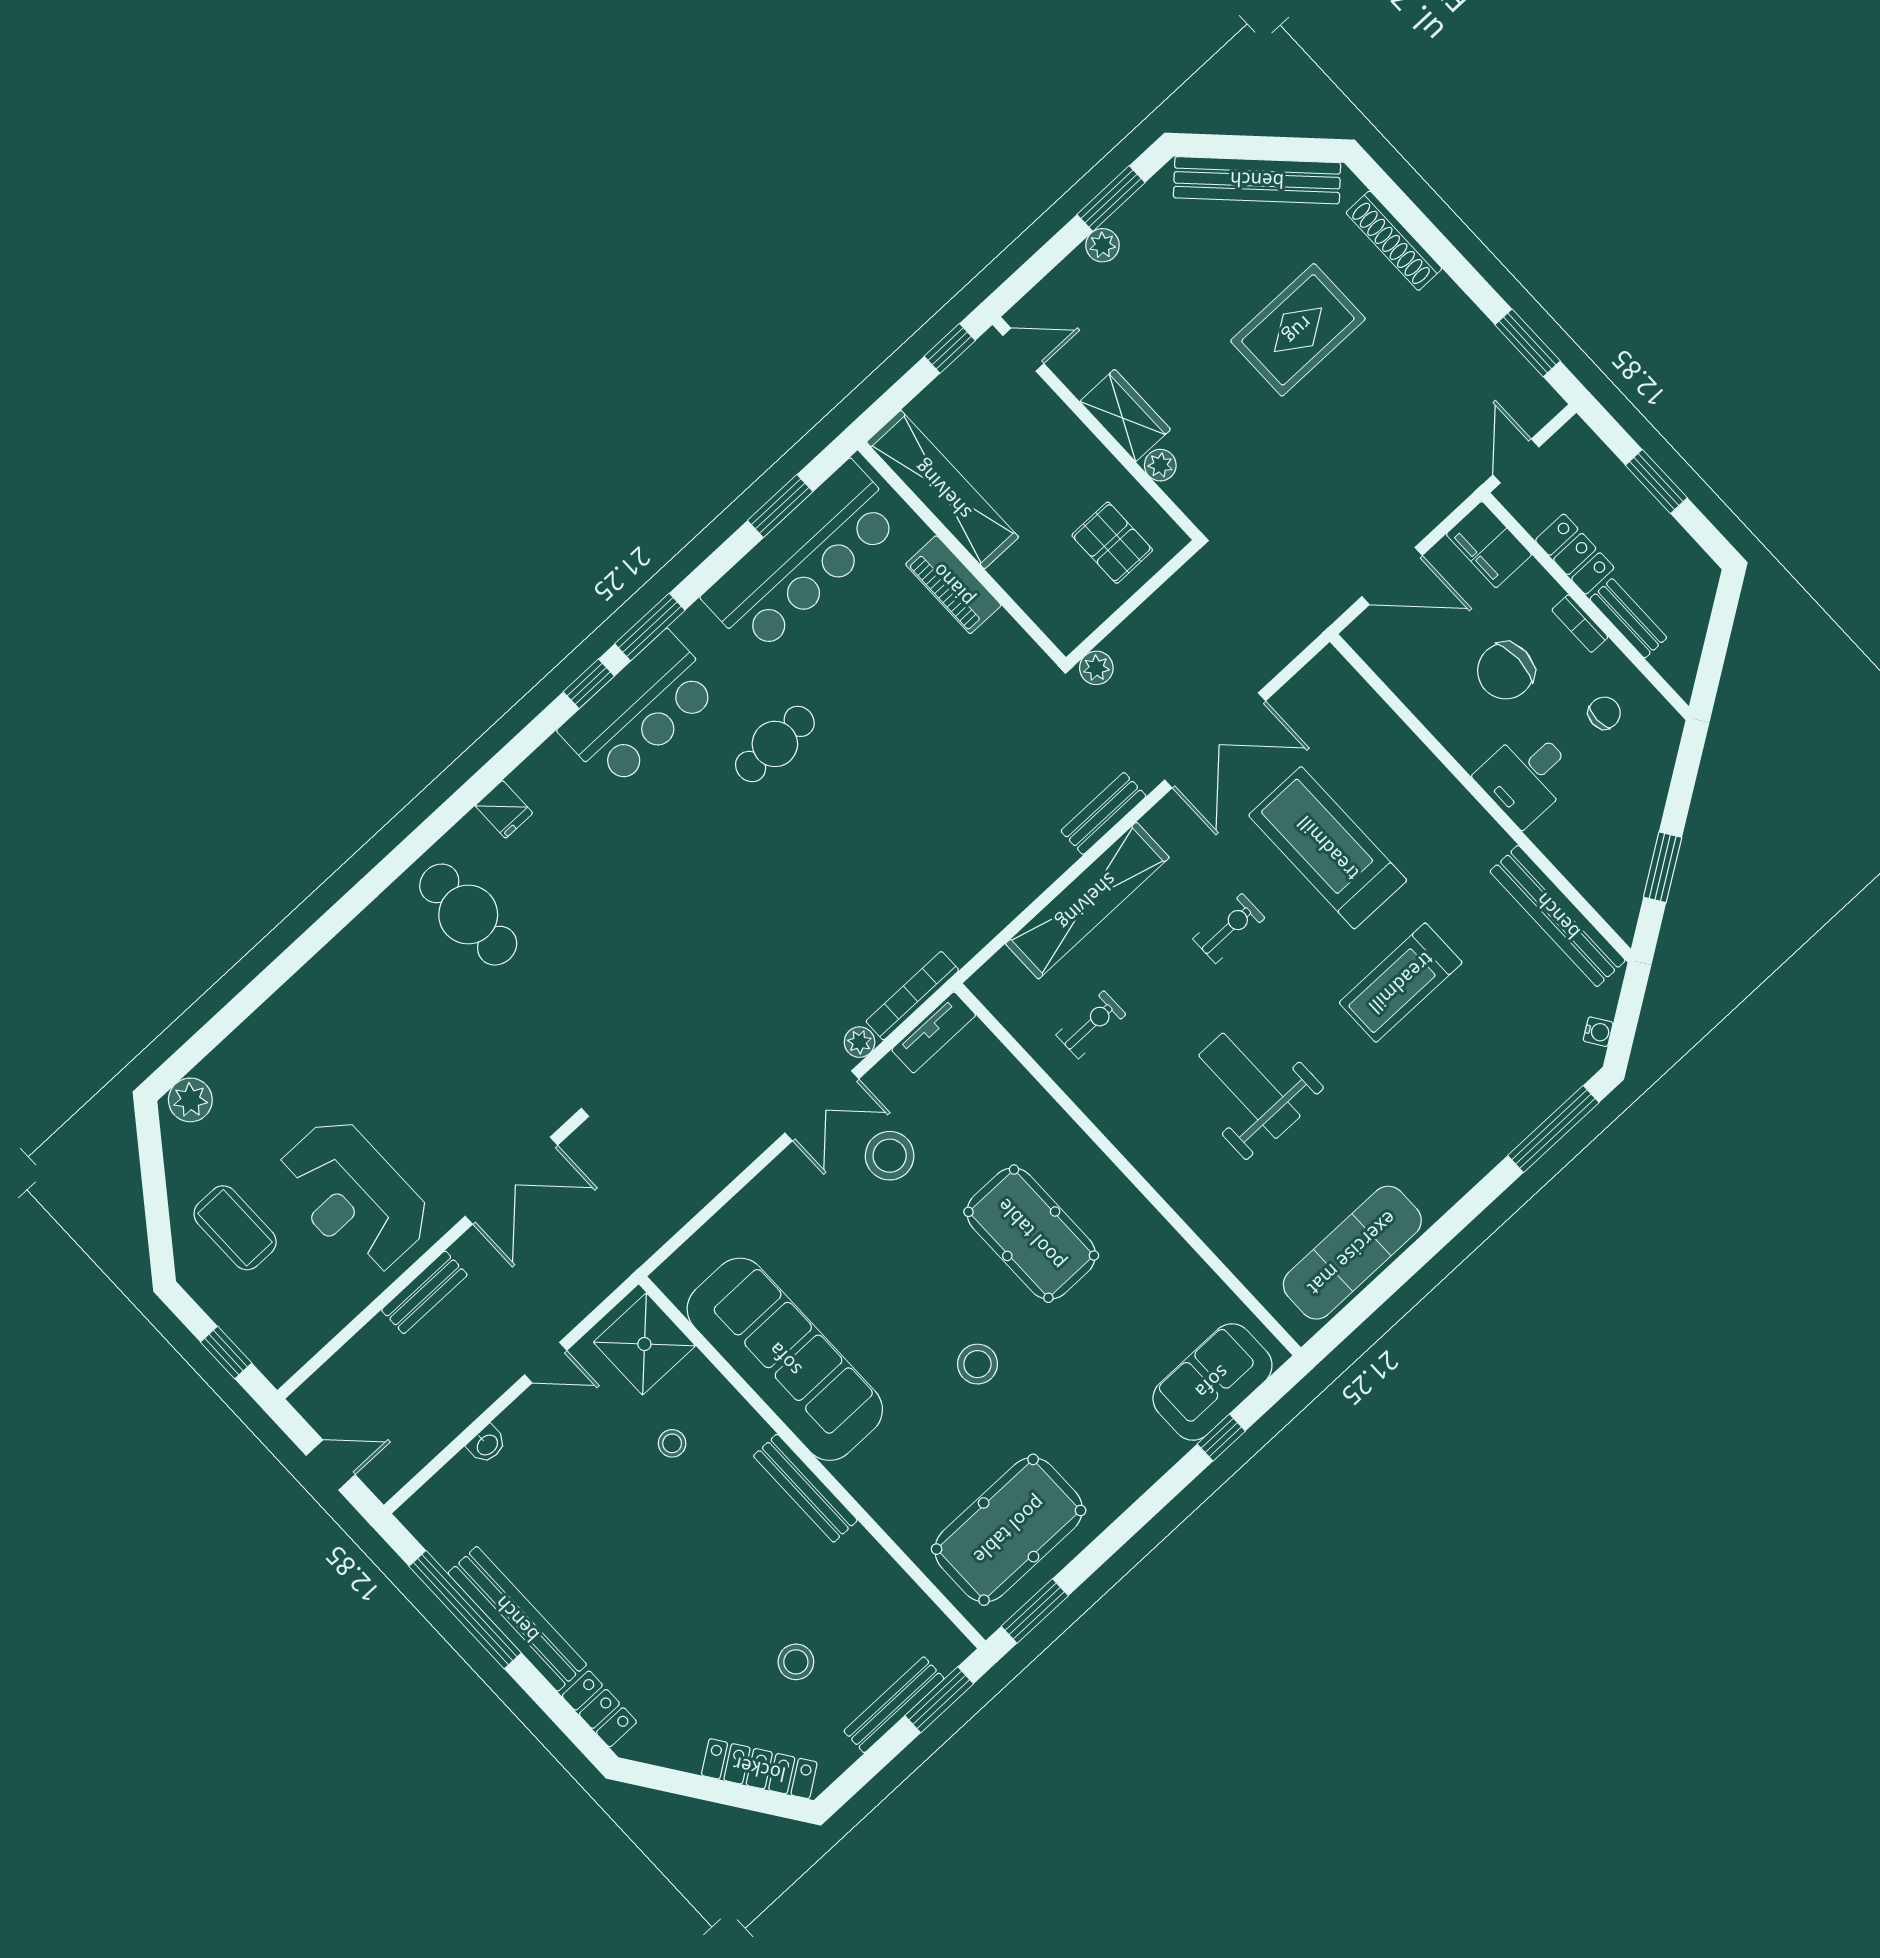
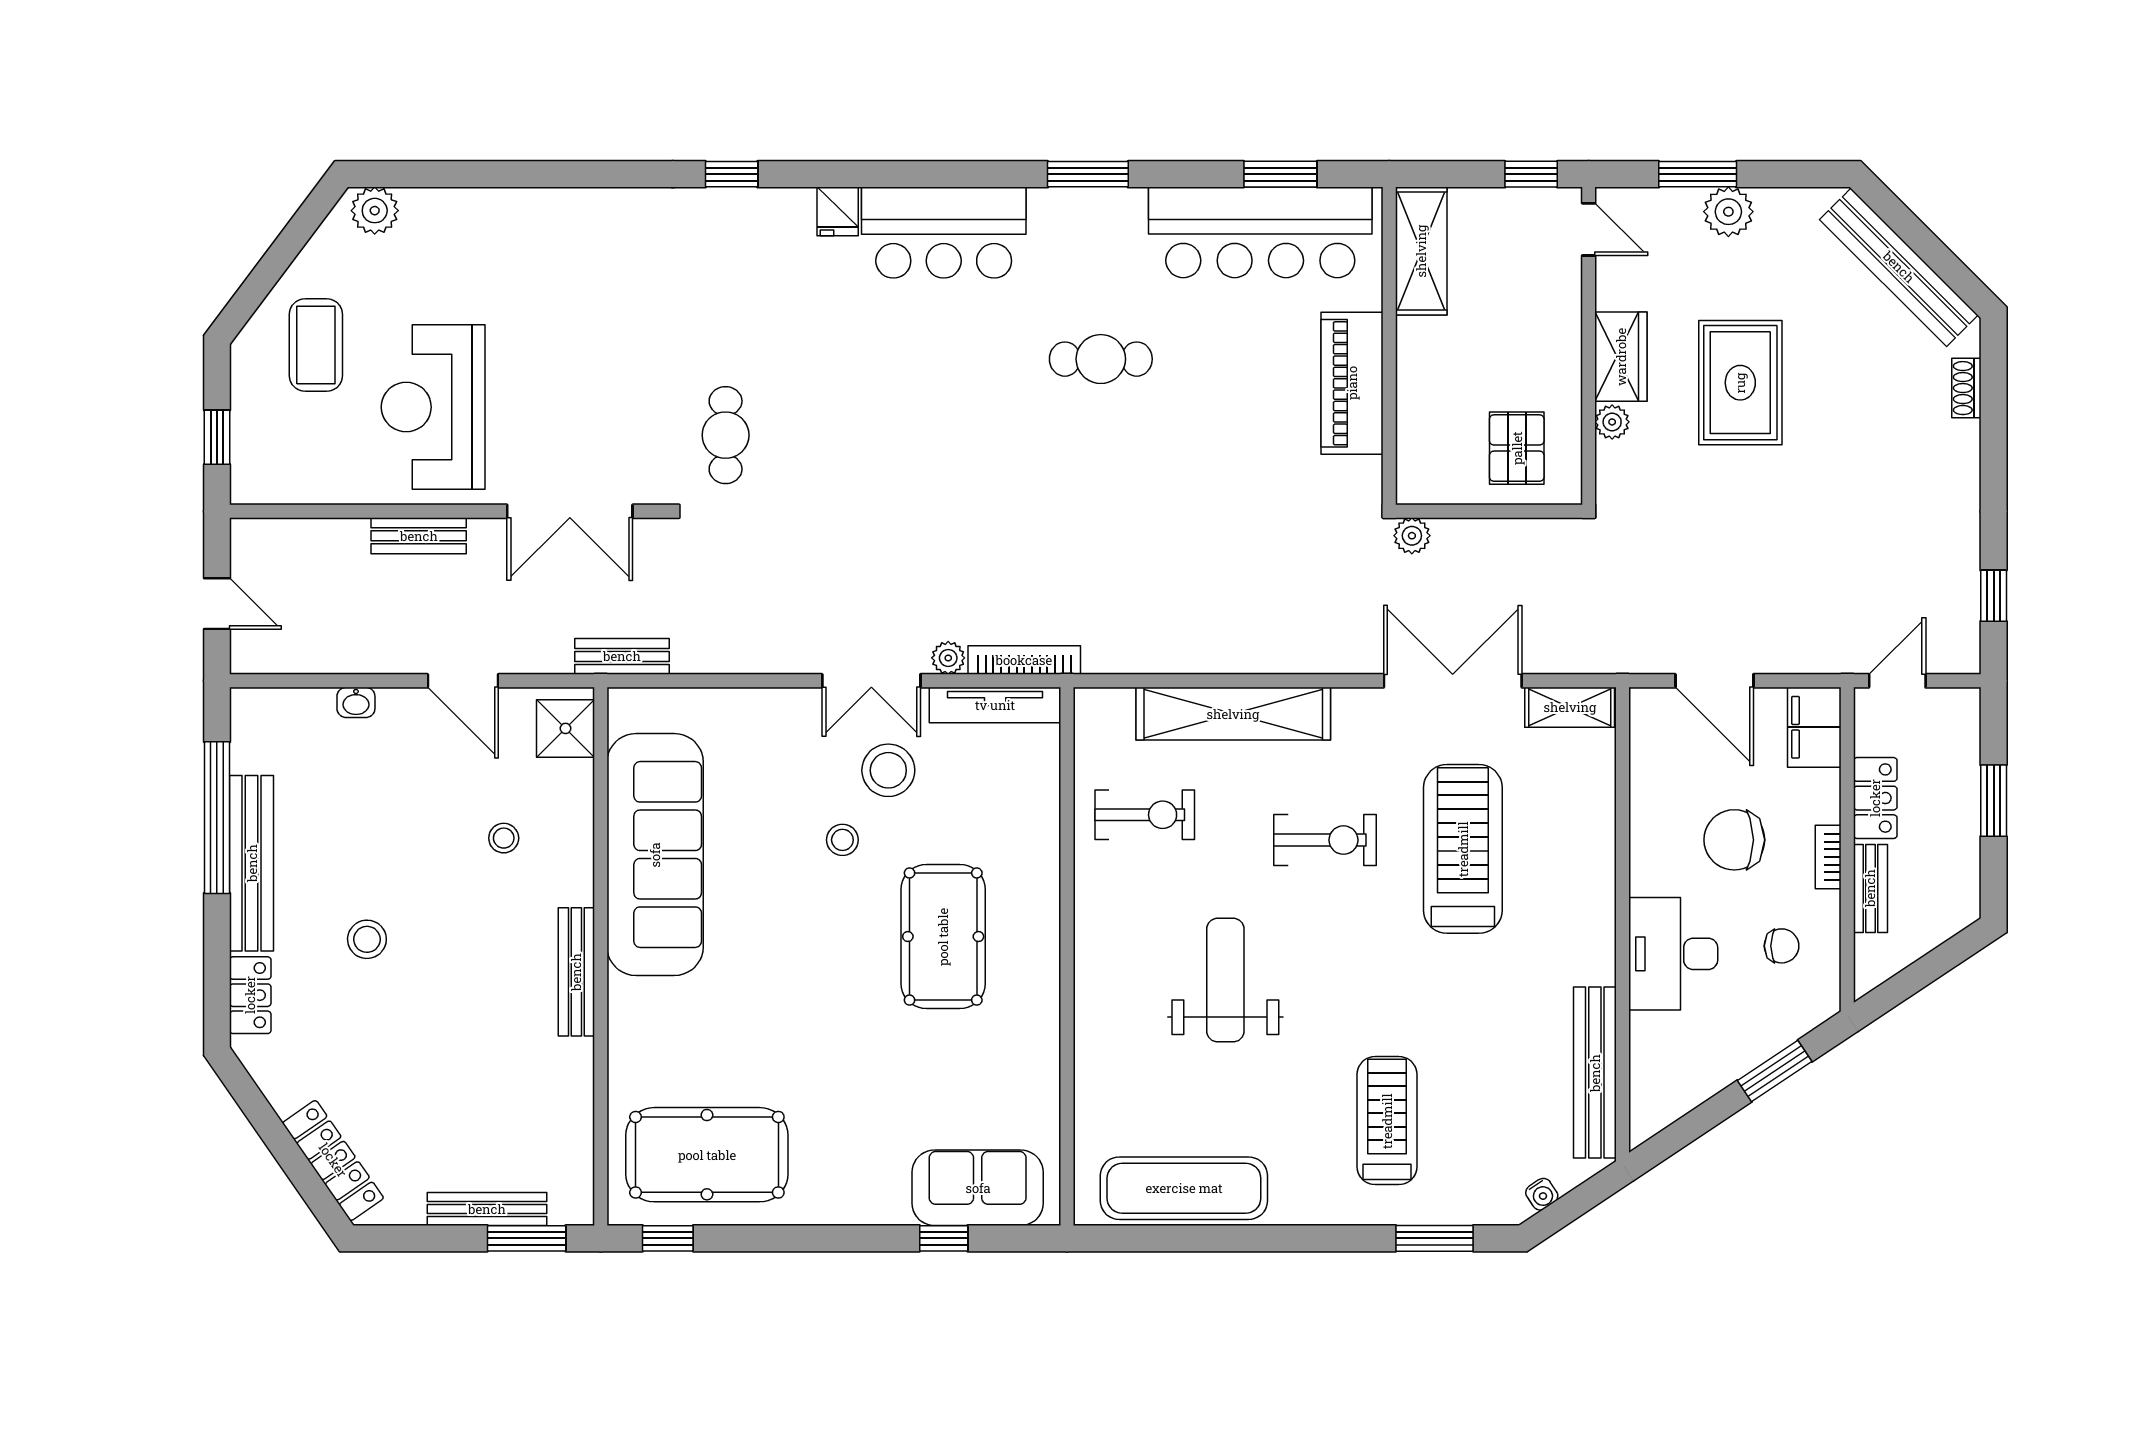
window: (1111, 198) -> (1698, 174), moved
shoe rack: (1394, 241) -> (1966, 388), width x0.51, depth x0.81
plant: (1103, 245) -> (1728, 212), width x1.38, depth x1.38
rug: (1298, 330) -> (1740, 383), moved, turned 90
window: (1528, 343) -> (1994, 596), width x0.67
shelving: (943, 490) -> (1421, 251), width x0.68
piano: (953, 585) -> (1352, 383), width x1.37, depth x1.33
window: (589, 684) -> (732, 174), moved
shelving: (1311, 685) -> (1570, 707), added
bar counter: (640, 710) -> (944, 233), moved
double door: (1215, 740) -> (1453, 681), swing flipped
desk: (1526, 776) -> (1673, 954), width x1.37
bench: (1104, 813) -> (622, 656), moved
window: (1663, 867) -> (1775, 1071), moved
cafe table: (468, 915) -> (726, 435), moved, width x0.73, depth x0.74
exercise bike: (1229, 928) -> (1325, 840), width x1.38, depth x1.39
treadmill: (1401, 983) -> (1387, 1121), moved, turned 90
exercise bike: (1091, 1025) -> (1145, 815), width x1.38, depth x1.39
tv unit: (934, 1032) -> (995, 705), width x1.41
window: (1553, 1129) -> (1435, 1238), width x0.69
shower: (644, 1344) -> (565, 728), width x0.73, depth x0.73
door: (546, 1363) -> (463, 681), width x1.38
stool: (977, 1364) -> (842, 840), moved, width x0.73, depth x0.73
window: (1035, 1611) -> (668, 1238), width x0.67
stool: (796, 1662) -> (367, 939), moved

